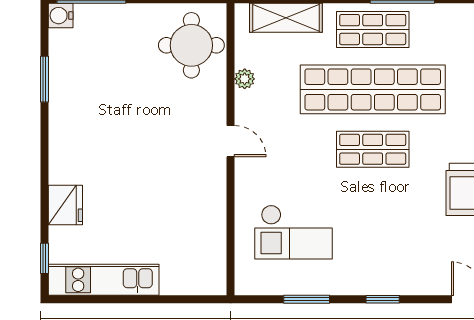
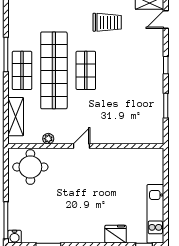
checkout: (294, 232) -> (130, 113), removed

